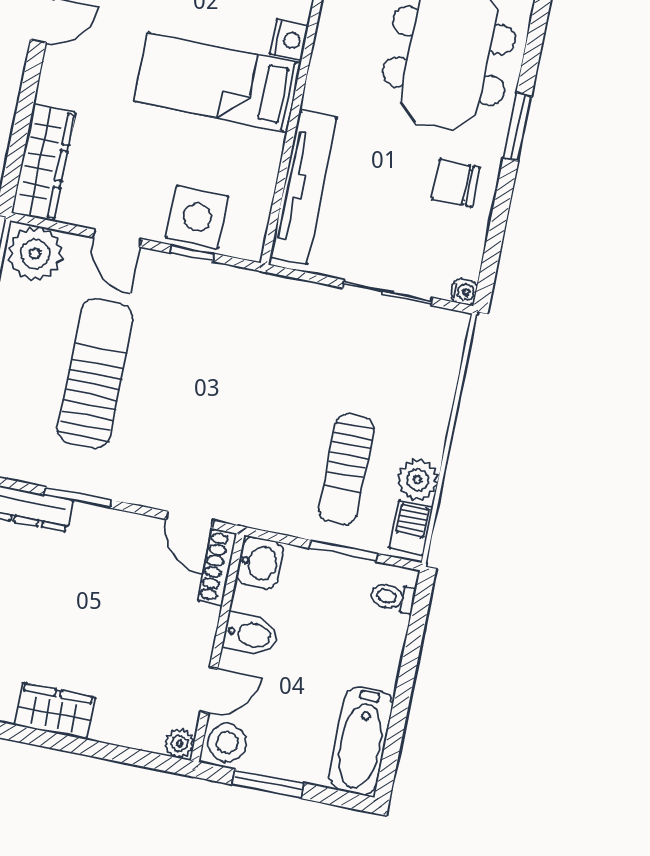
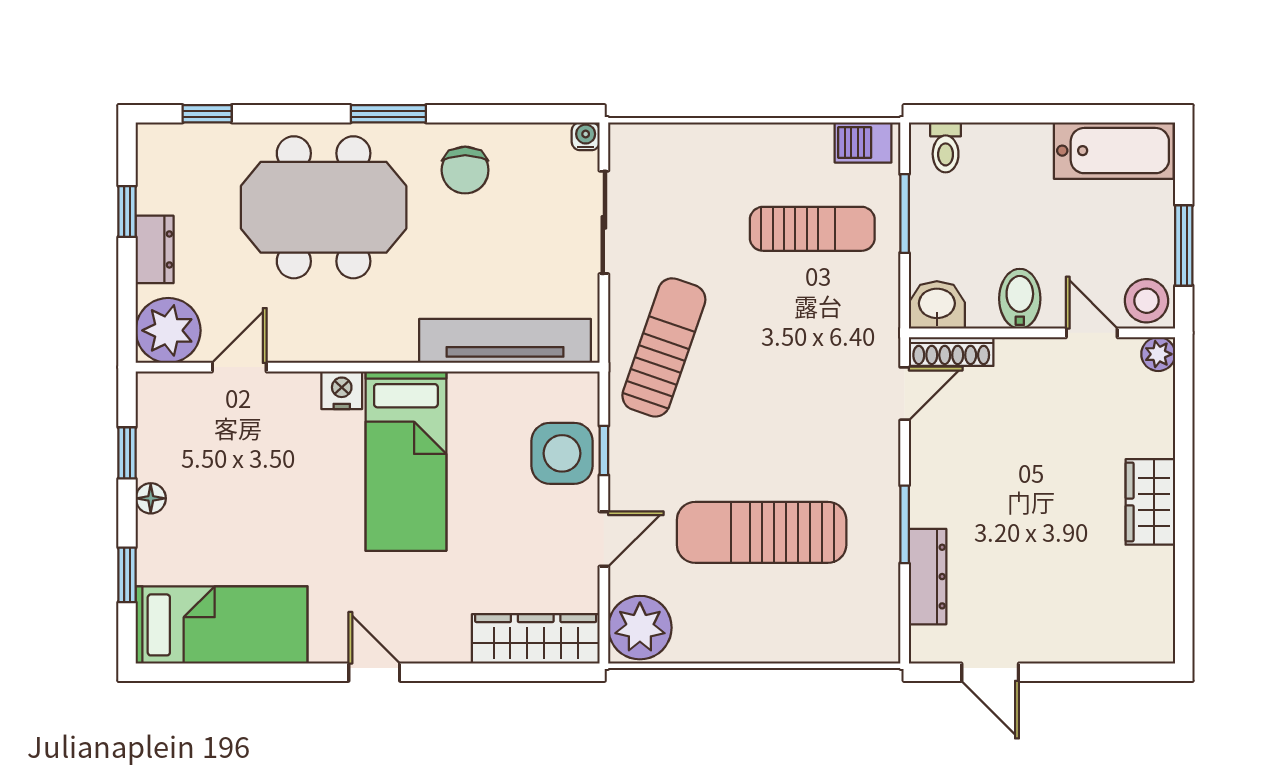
sun lounger: (270, 322) -> (664, 347), added
plant: (418, 480) -> (808, 146), removed

